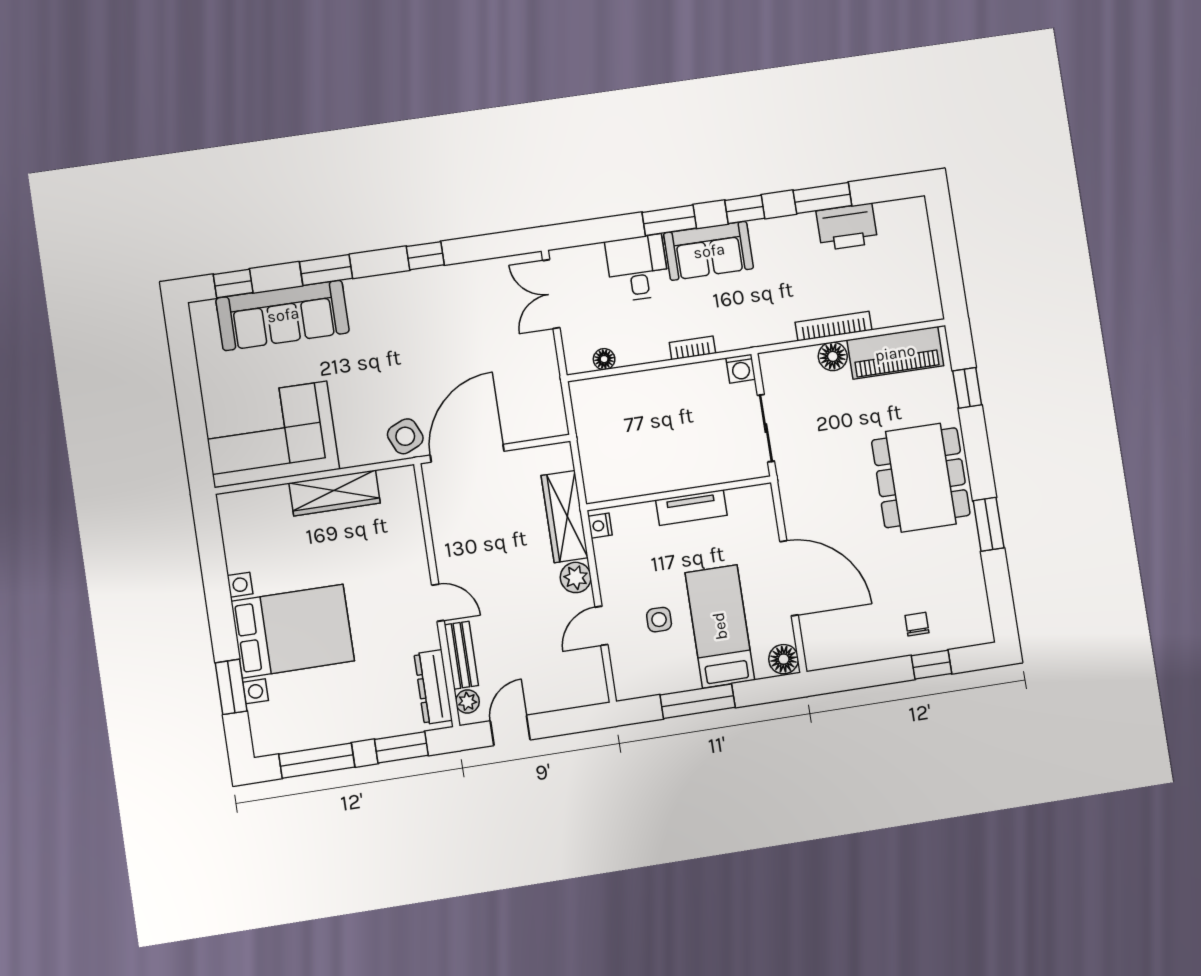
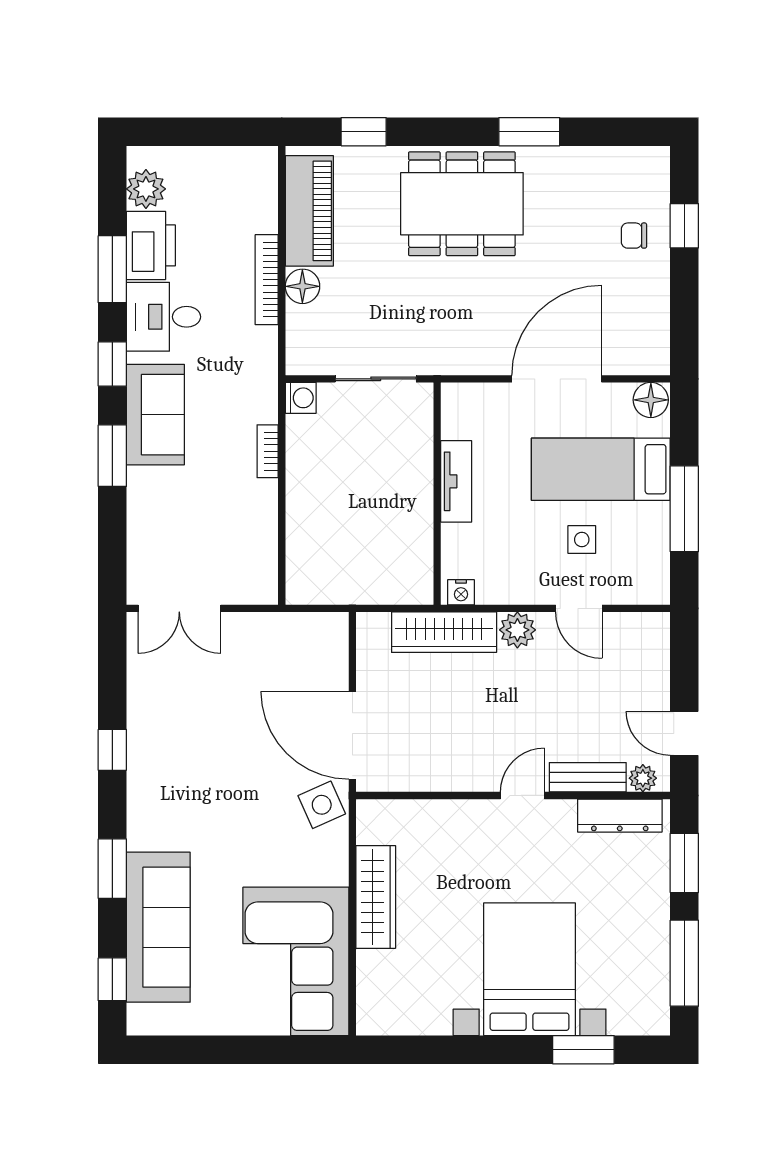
plant: (892, 216) -> (146, 189), added
desk: (637, 268) -> (163, 317), moved
floor lamp: (604, 359) -> (266, 558), removed

